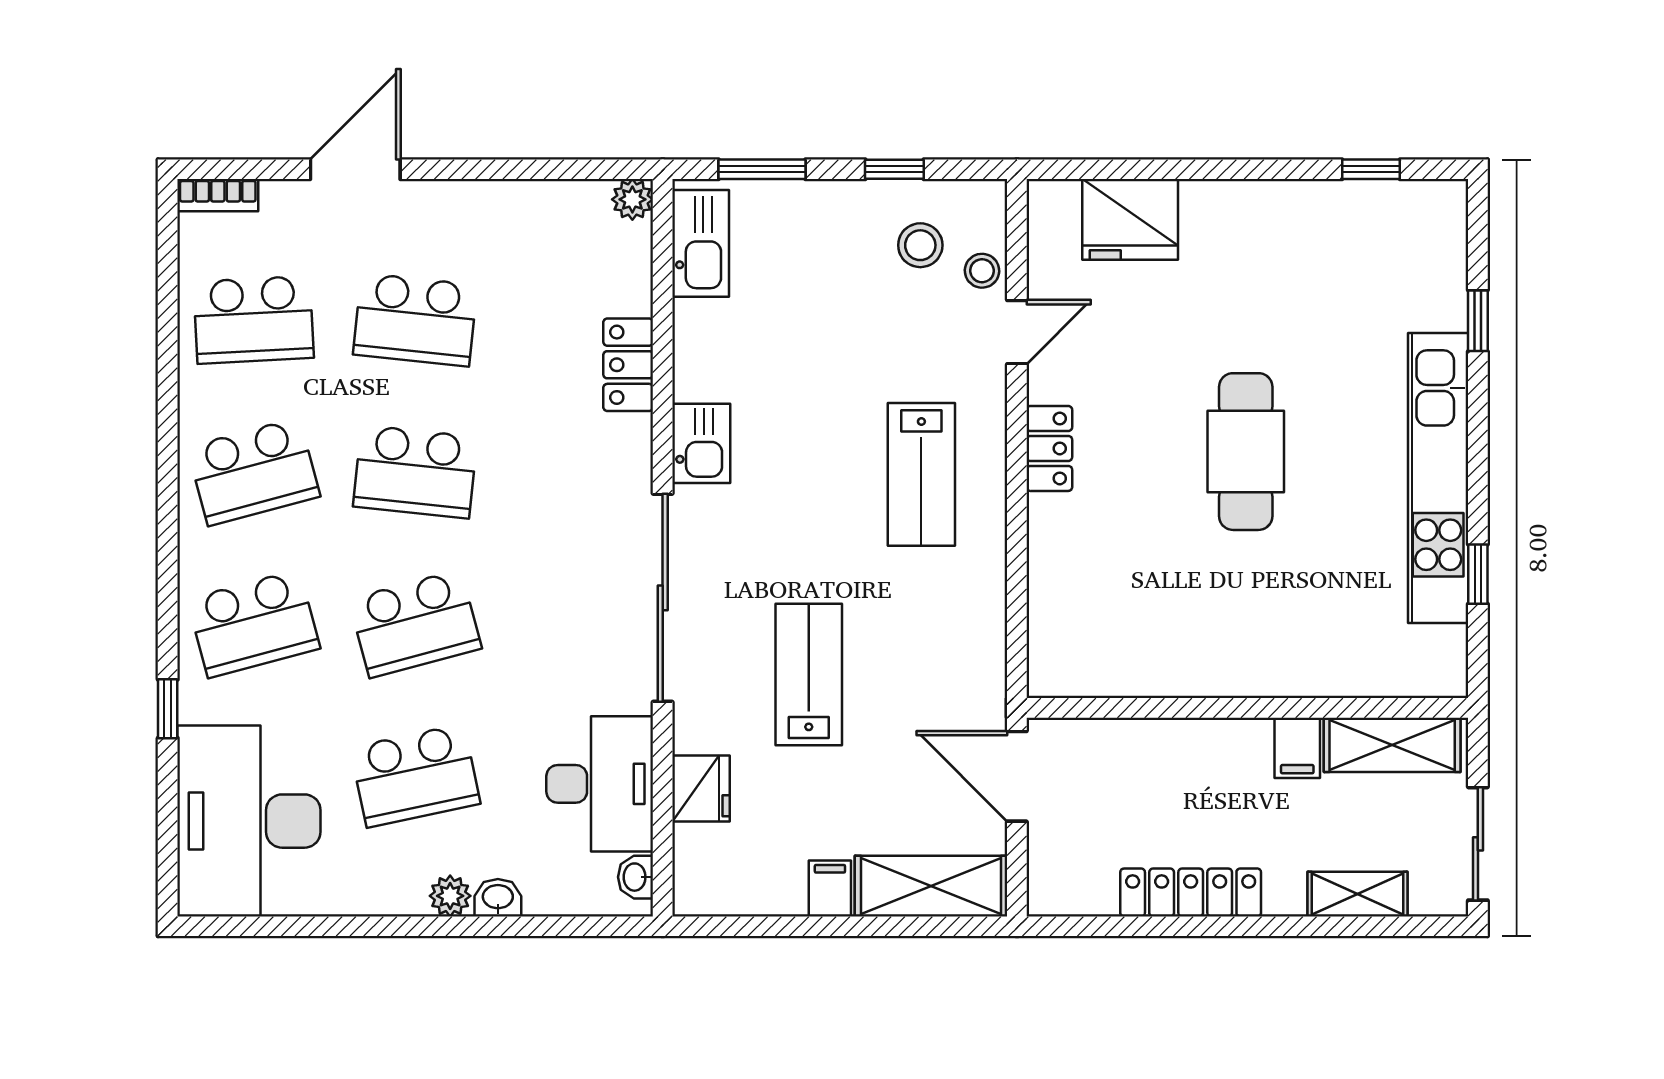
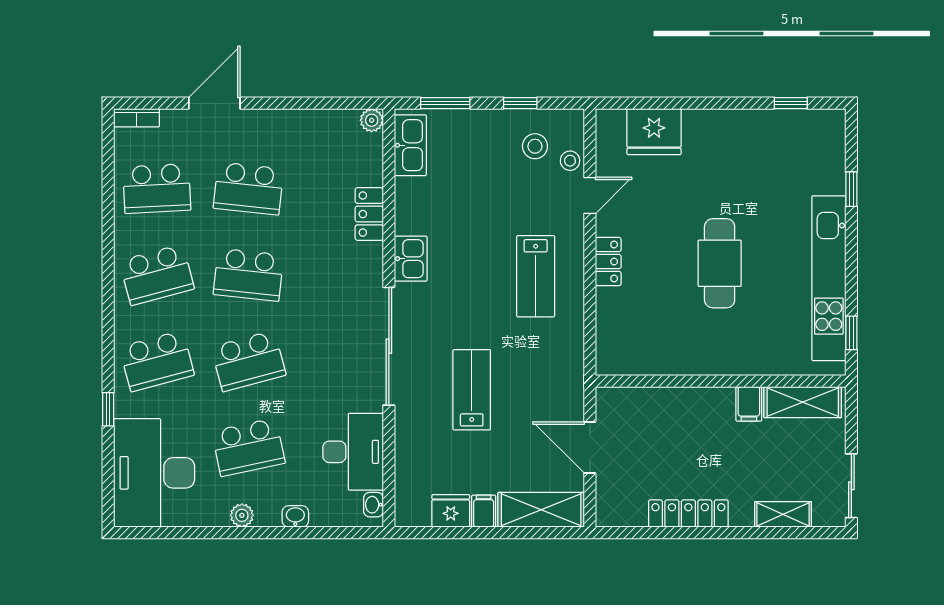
wall: (1247, 708) -> (721, 381), moved
shelving: (1392, 745) -> (803, 402), moved
filing cabinet: (1297, 748) -> (749, 404), moved
fridge: (701, 789) -> (451, 511), moved, turned -90
plant: (450, 896) -> (242, 515), moved

